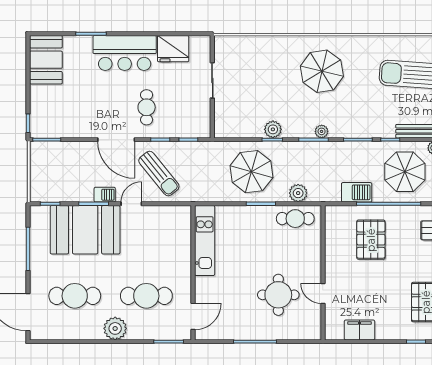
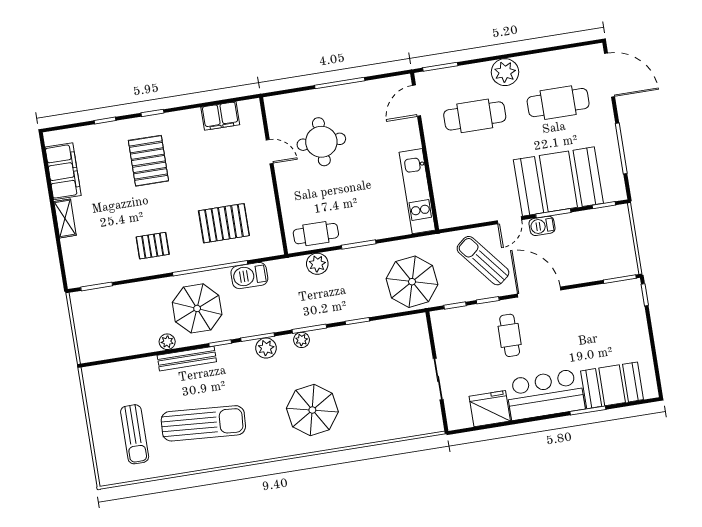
booth: (46, 60) -> (612, 385), moved, turned 90
plant: (273, 129) -> (266, 348), moved
parasol: (251, 172) -> (412, 282), moved
pallet: (371, 240) -> (224, 223), turned 90

